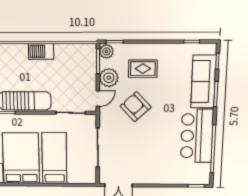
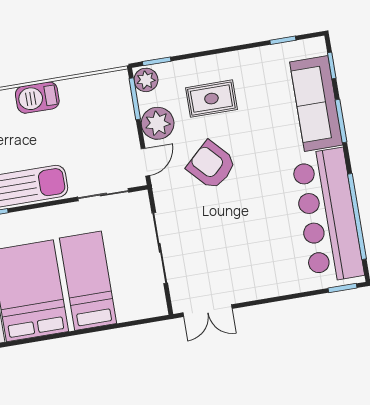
bar counter: (197, 136) -> (328, 216), width x1.36

